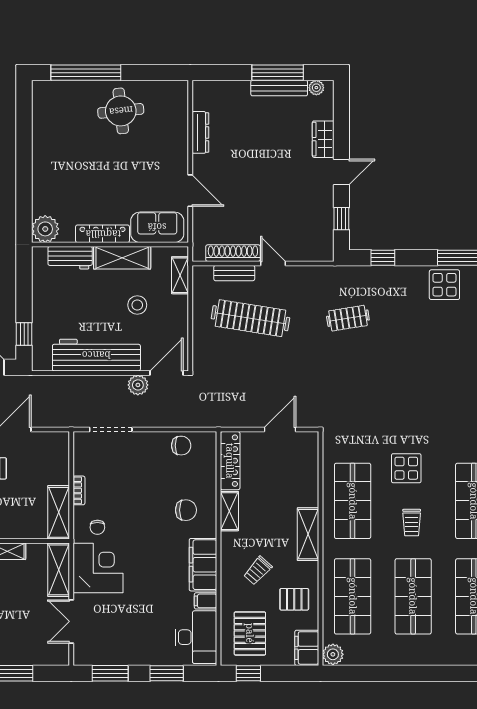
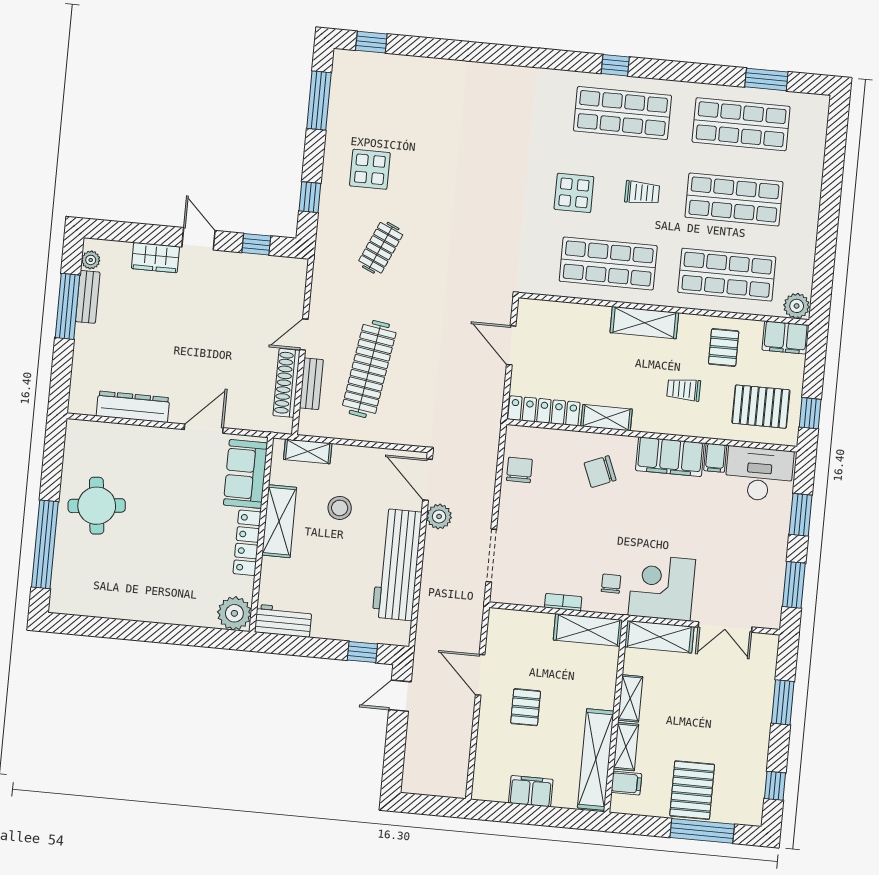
bench: (279, 88) -> (88, 297), width x0.73
dresser: (200, 132) -> (133, 407), width x1.37, depth x1.24
workbench: (70, 258) -> (283, 621), moved, turned -90
display table: (444, 285) -> (370, 169), moved
clothes rail: (348, 318) -> (381, 248), turned 33
chair: (186, 510) -> (600, 472), turned -112
chair: (97, 527) -> (611, 584), turned -90
trolley: (258, 571) -> (684, 390), turned 138

